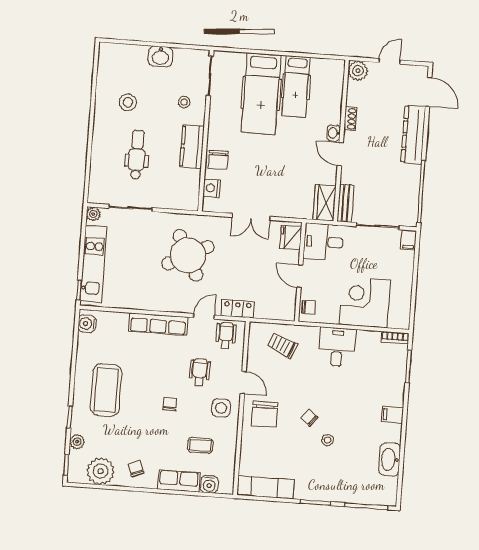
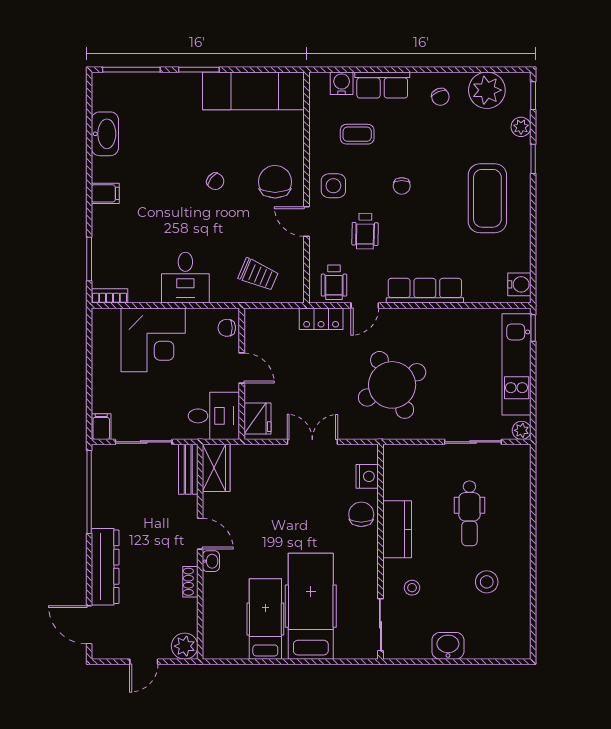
stool: (328, 440) -> (189, 154), removed
exam couch: (265, 487) -> (253, 91), width x1.36, depth x1.45

